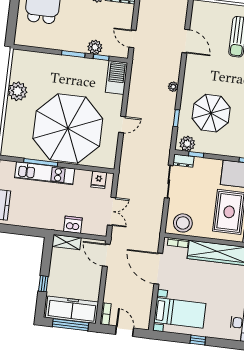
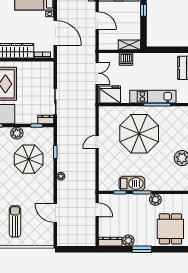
plant: (95, 47) -> (155, 200), moved
barbecue: (116, 77) -> (132, 183), moved, turned -90
parasol: (68, 128) -> (139, 134), width x0.73, depth x0.73
plant: (187, 144) -> (17, 133), moved
fridge: (99, 180) -> (110, 94), width x1.88, depth x1.34
double door: (112, 211) -> (97, 73), swing flipped
stool: (183, 223) -> (40, 71), removed
door: (106, 255) -> (97, 21), moved

